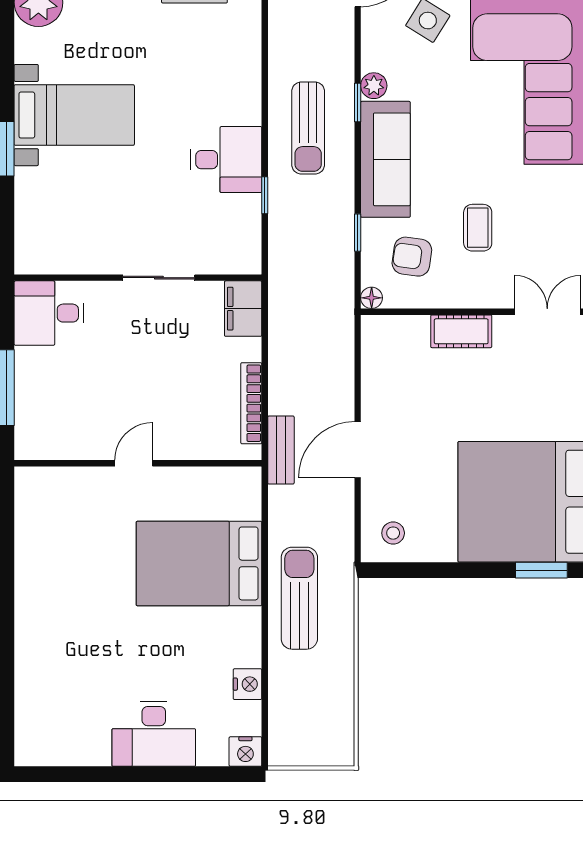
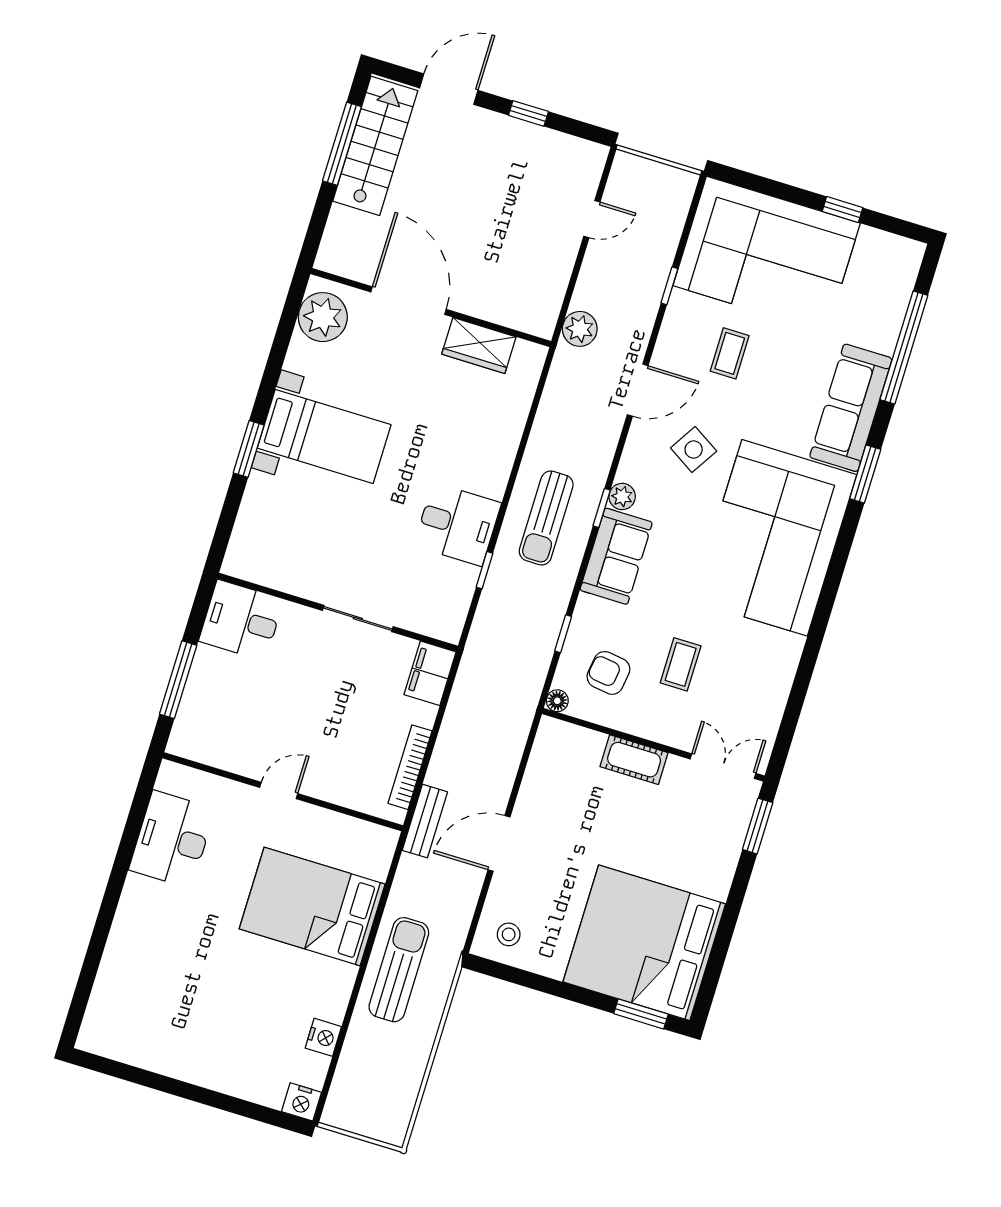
sofa: (385, 159) -> (616, 556), width x0.73
desk: (154, 734) -> (172, 839), moved, turned 90

